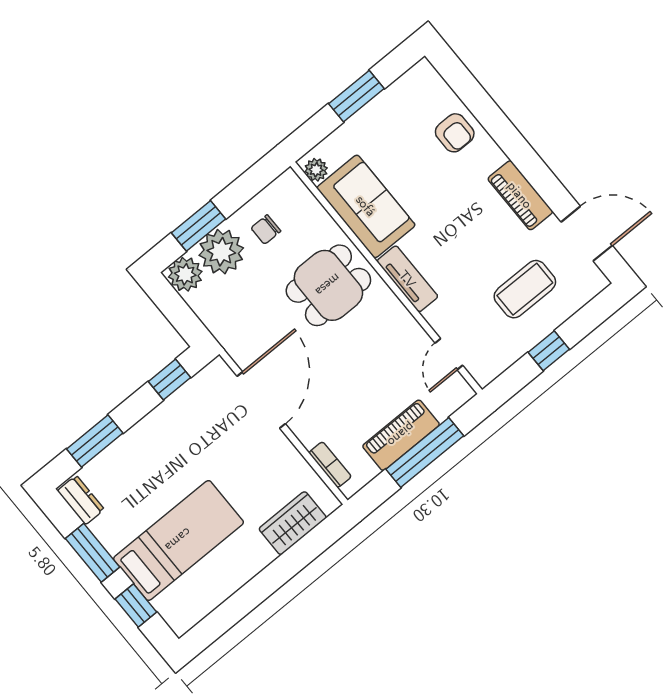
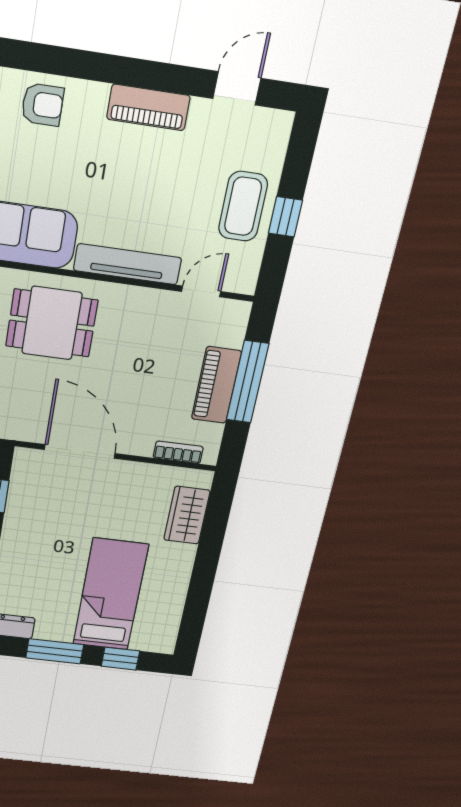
door: (587, 234) -> (237, 88), width x0.73
tv unit: (407, 279) -> (128, 264), width x1.41
dining table: (328, 285) -> (52, 323), turned 90
coffee table: (525, 289) -> (243, 206), moved
door: (449, 354) -> (201, 291), swing flipped

